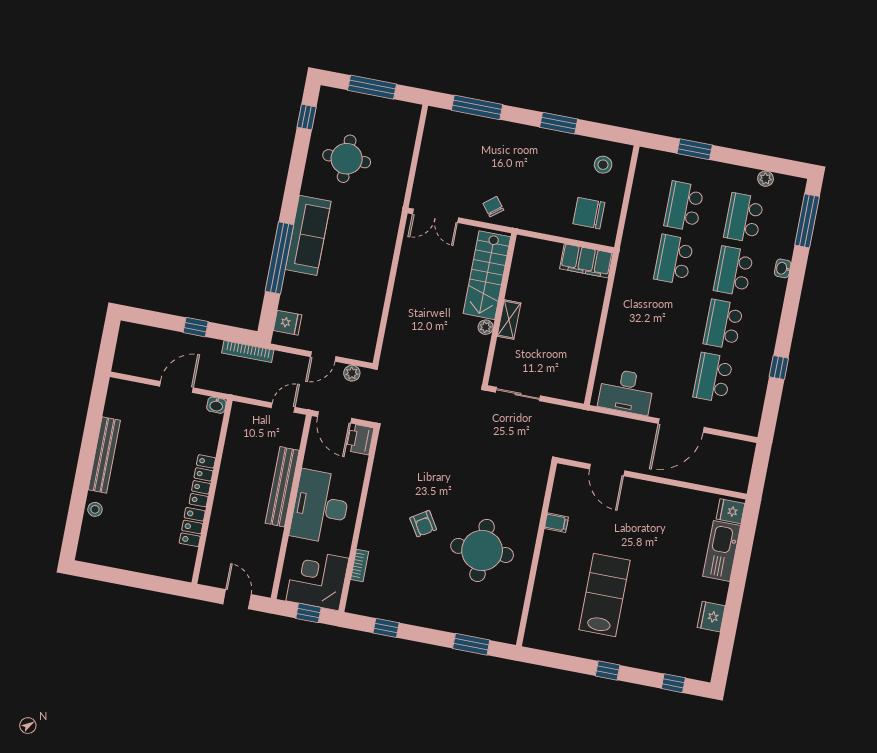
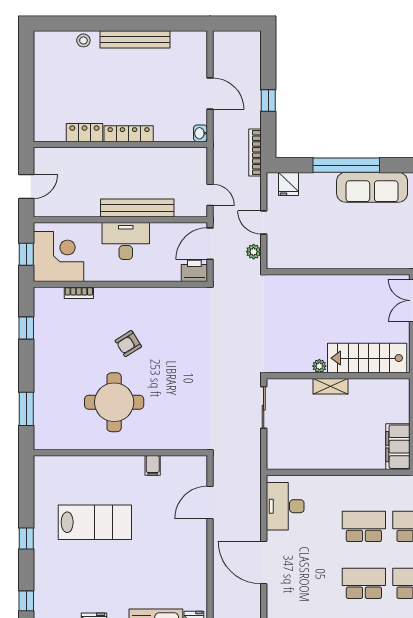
school desk: (713, 378) -> (364, 526), moved
desk: (321, 507) -> (126, 241), width x0.73, depth x0.77

